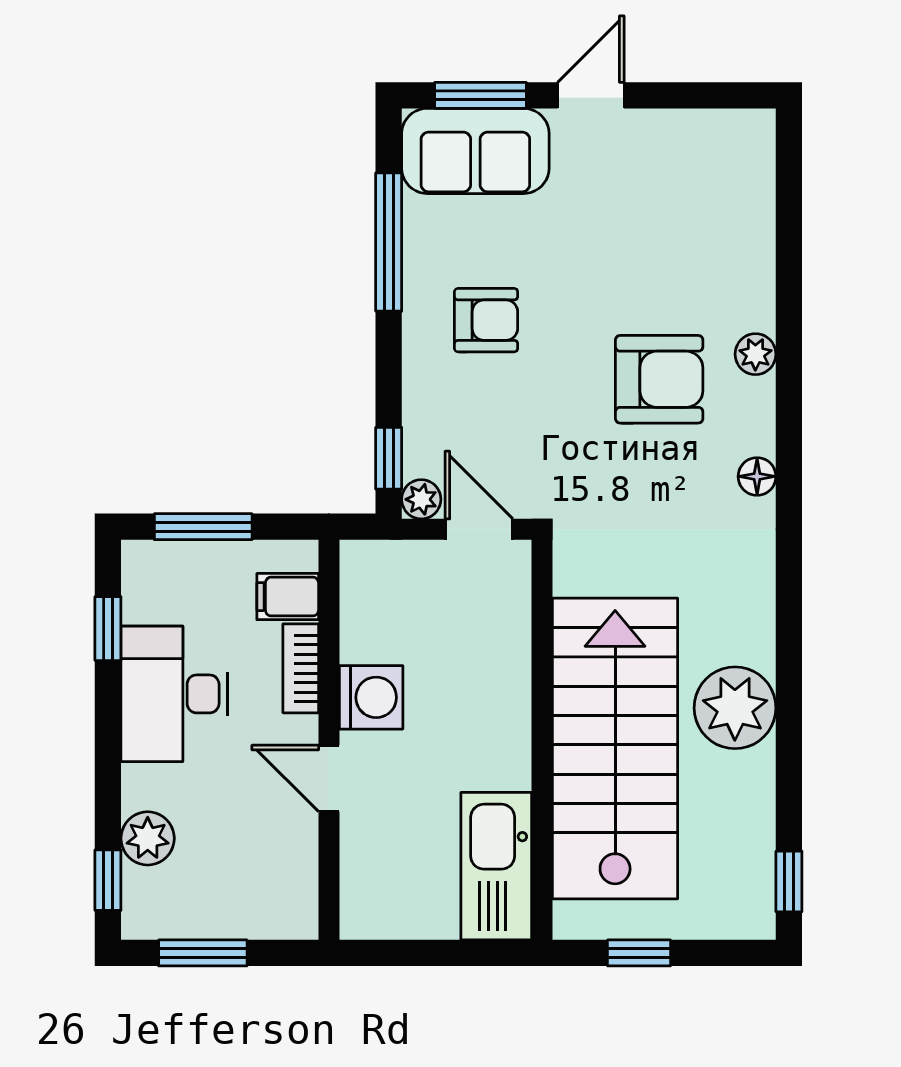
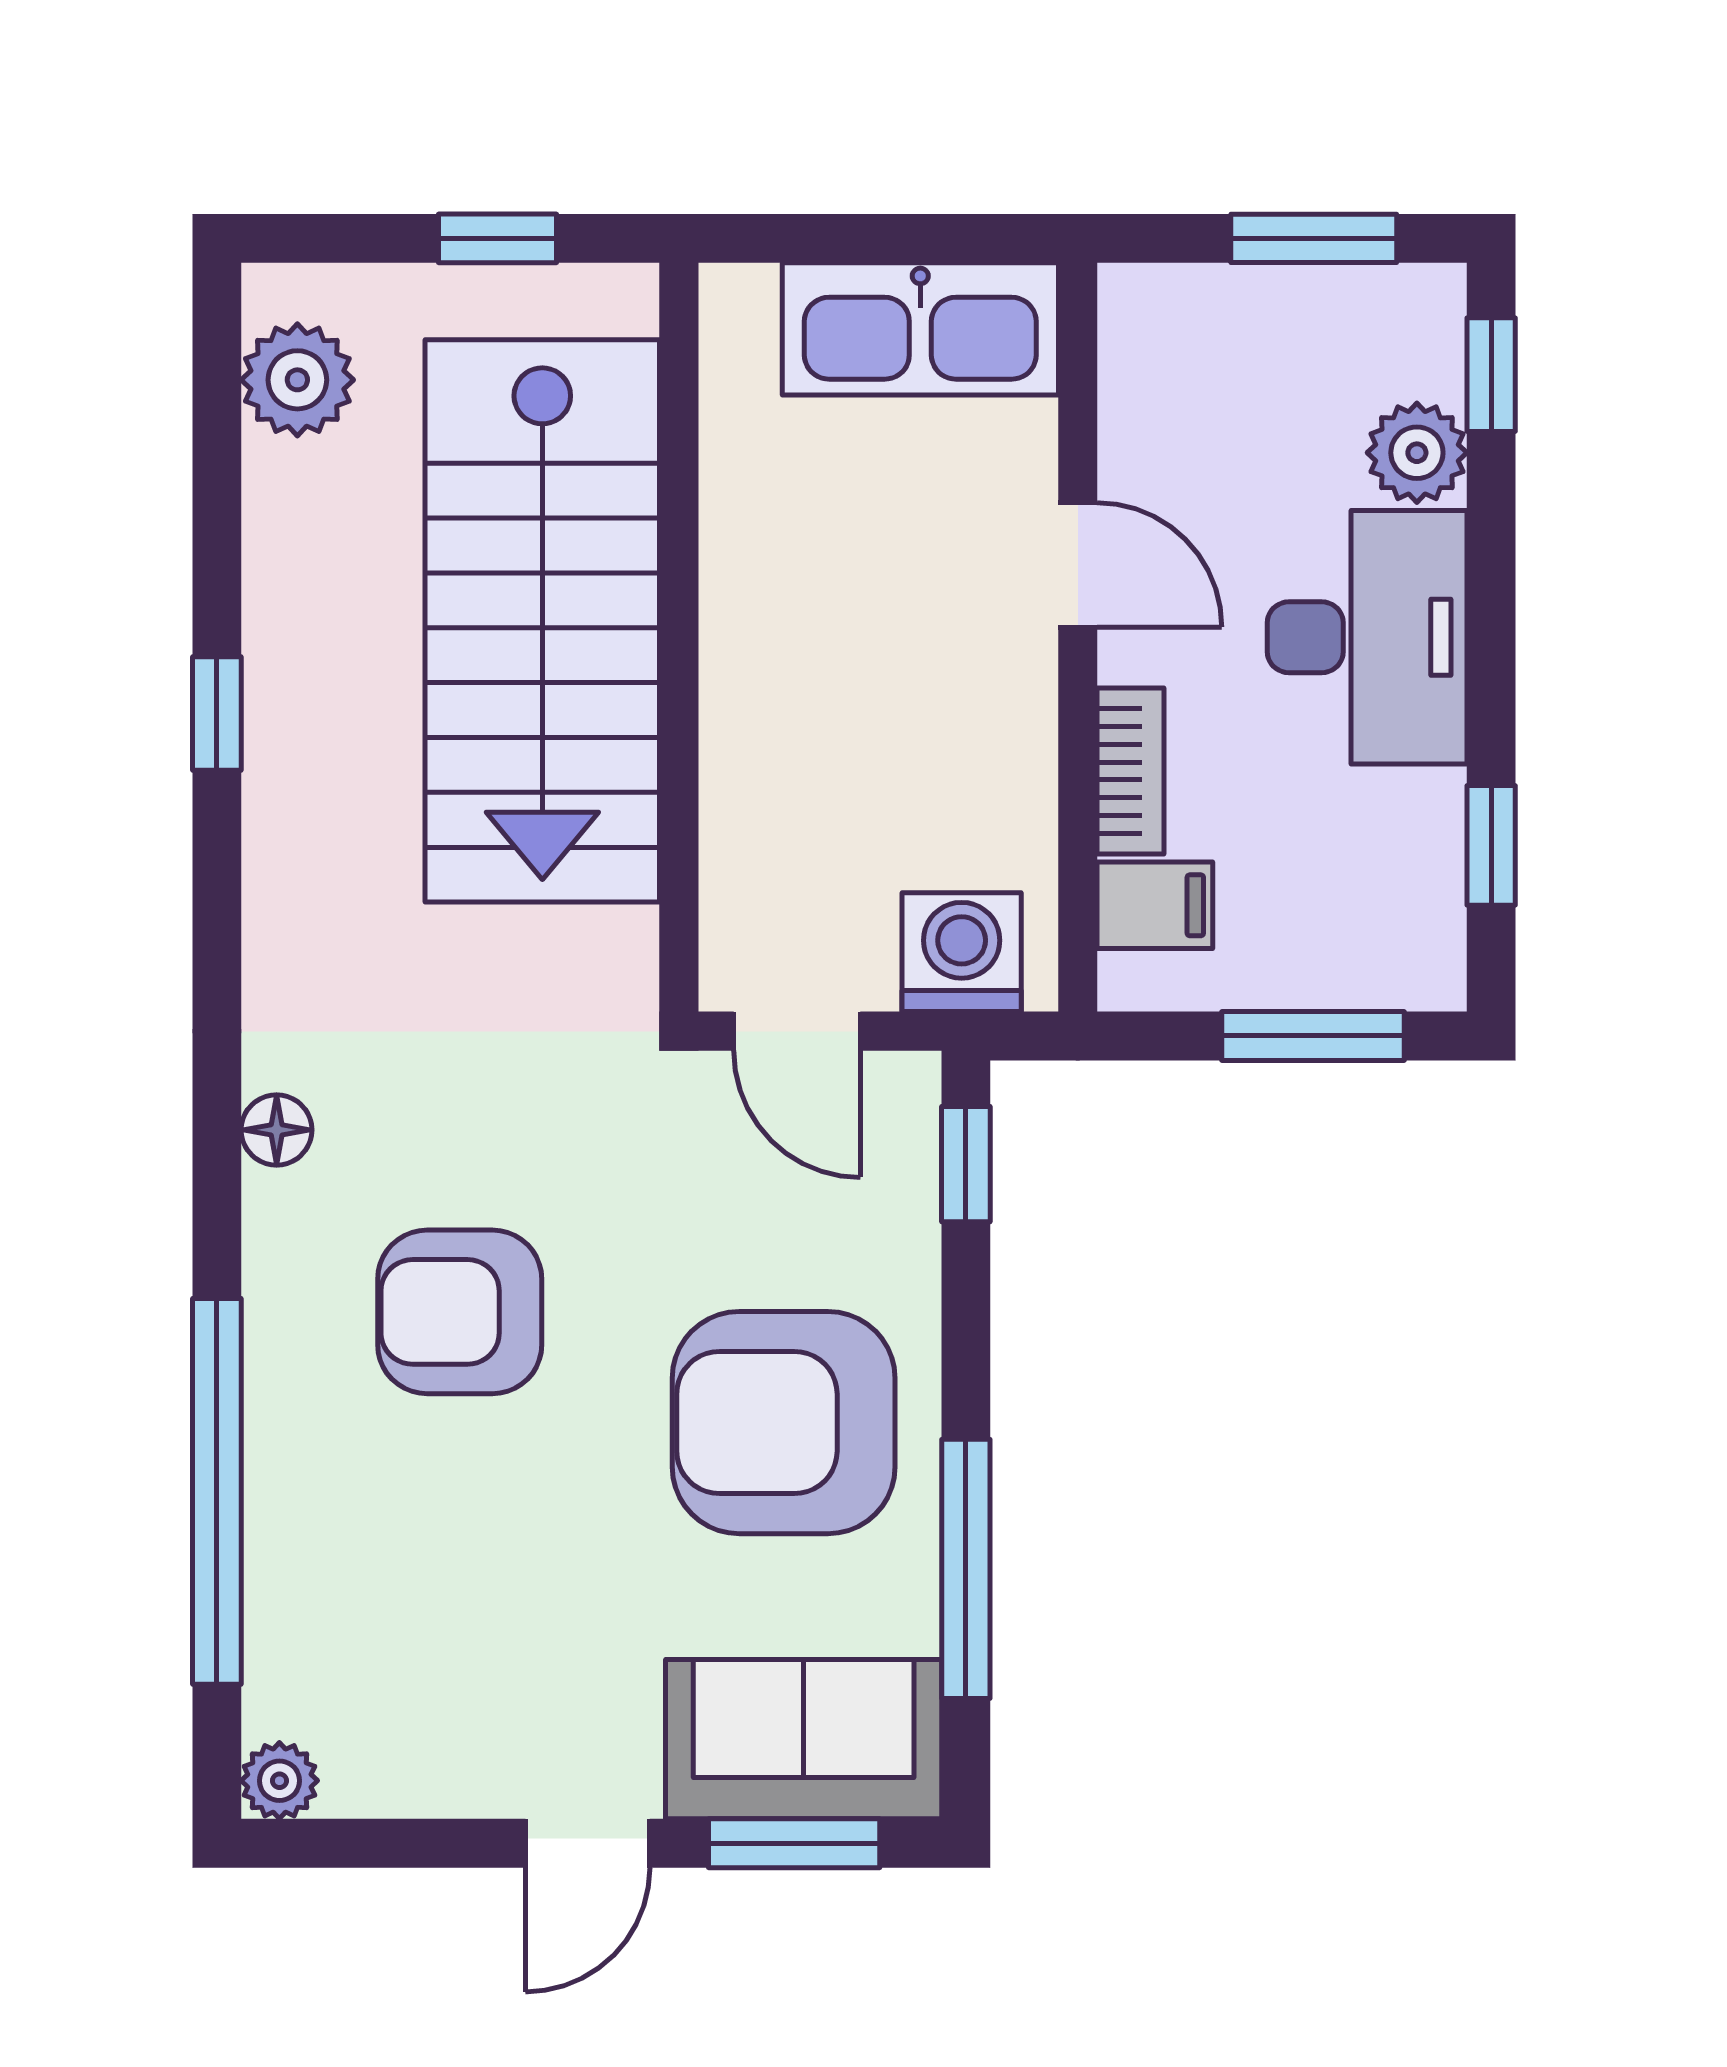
window: (789, 283) -> (217, 1491), added
armchair: (486, 320) -> (784, 1423), width x1.88, depth x1.88
plant: (755, 354) -> (279, 1781), moved
plant: (421, 499) -> (905, 1087), removed
desk: (174, 694) -> (1367, 637), moved
washing machine: (371, 697) -> (962, 952), moved, turned 90
plant: (735, 708) -> (297, 380), moved, width x0.73, depth x0.73
kitchen sink: (496, 866) -> (920, 329), moved, turned 90
window: (789, 881) -> (217, 713), moved

